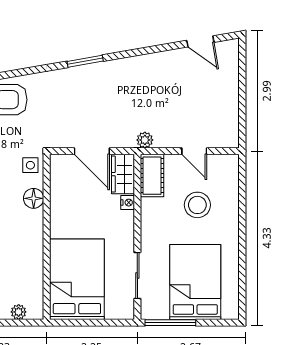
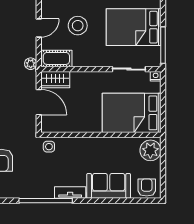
door: (92, 151) -> (39, 102), hinge flipped
floor lamp: (34, 198) -> (73, 144), removed
nightstand: (128, 203) -> (156, 76), moved
plant: (19, 312) -> (150, 150), width x1.87, depth x1.87

